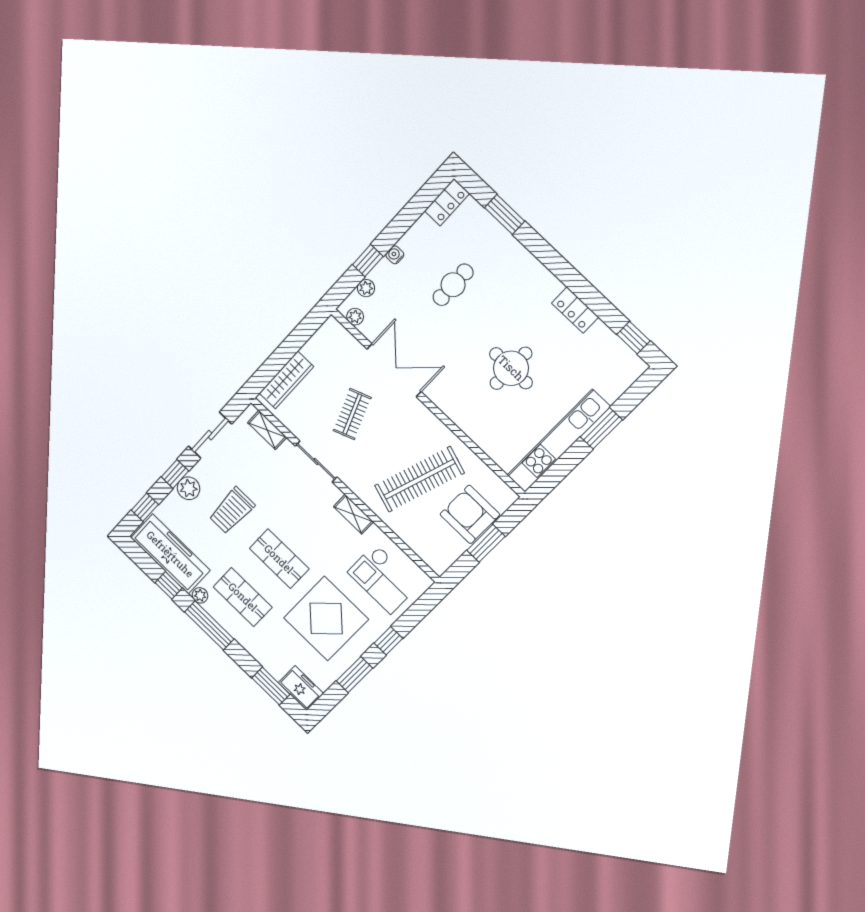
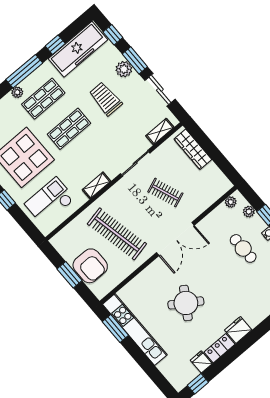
cafe table: (453, 285) -> (243, 248), moved
fridge: (544, 285) -> (238, 330), added
fridge: (599, 336) -> (201, 362), added
round table: (511, 368) -> (186, 303), turned 33
double door: (394, 370) -> (175, 239), moved
window: (601, 428) -> (115, 328), moved
window: (175, 474) -> (135, 60), width x1.50
clothes rail: (419, 479) -> (117, 234), turned -30
armchair: (470, 514) -> (90, 266), turned 90
plant: (200, 595) -> (17, 92), moved

